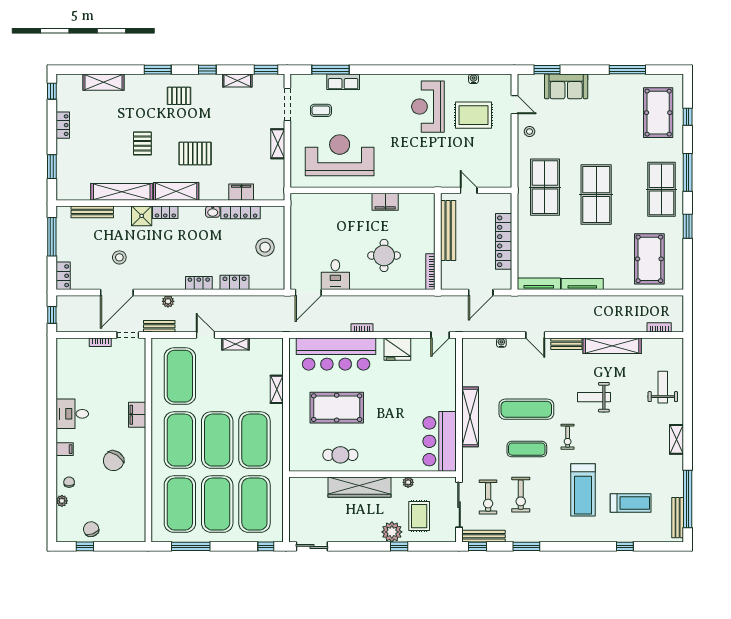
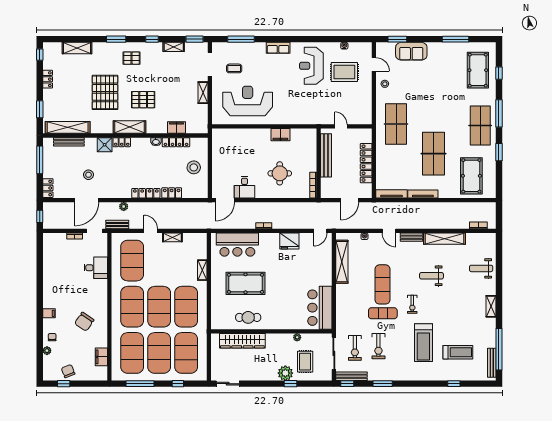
row of seats: (343, 82) -> (278, 48), moved
pallet: (142, 143) -> (105, 92), width x2.05, depth x2.00
shelving: (122, 192) -> (68, 127), moved
table tennis table: (596, 195) -> (433, 154), moved
locker: (199, 283) -> (146, 193), width x1.53
bar counter: (336, 354) -> (237, 245), width x0.73
weight bench: (663, 387) -> (481, 268), turned -90
exercise mat: (526, 409) -> (383, 284), turned 90
desk: (72, 414) -> (96, 268), moved, turned 180
filing cabinet: (137, 415) -> (101, 357), moved
shelving: (470, 417) -> (342, 262), moved
wardrobe: (360, 487) -> (242, 341), moved
window: (266, 546) -> (178, 384), moved

